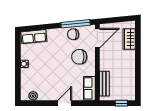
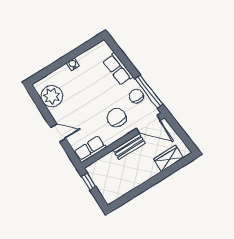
row of seats: (34, 37) -> (118, 69), moved
bench: (104, 84) -> (129, 147), moved
plant: (33, 96) -> (52, 96), width x1.88, depth x1.88
window: (121, 103) -> (89, 182), moved

